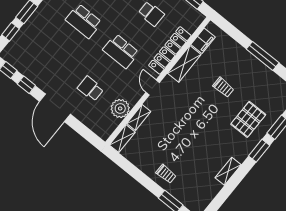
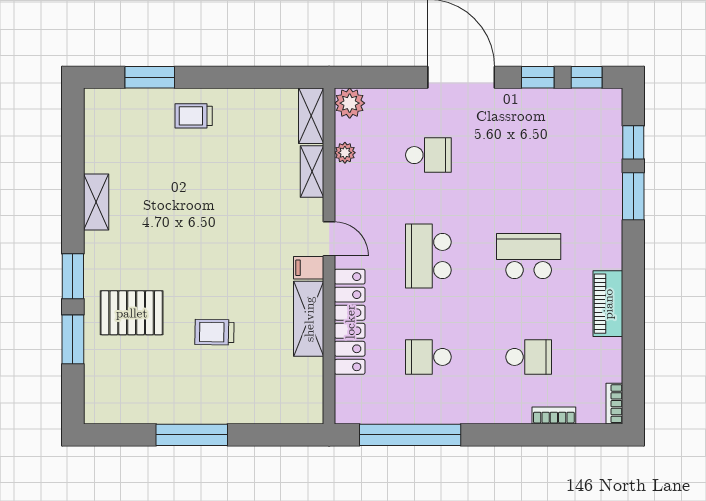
filing cabinet: (203, 41) -> (309, 268), moved, width x0.50
school desk: (121, 51) -> (428, 256), turned -90
plant: (120, 108) -> (345, 153), width x0.53, depth x0.53
pallet: (248, 119) -> (132, 313), turned 90
plant: (104, 132) -> (350, 103), added

